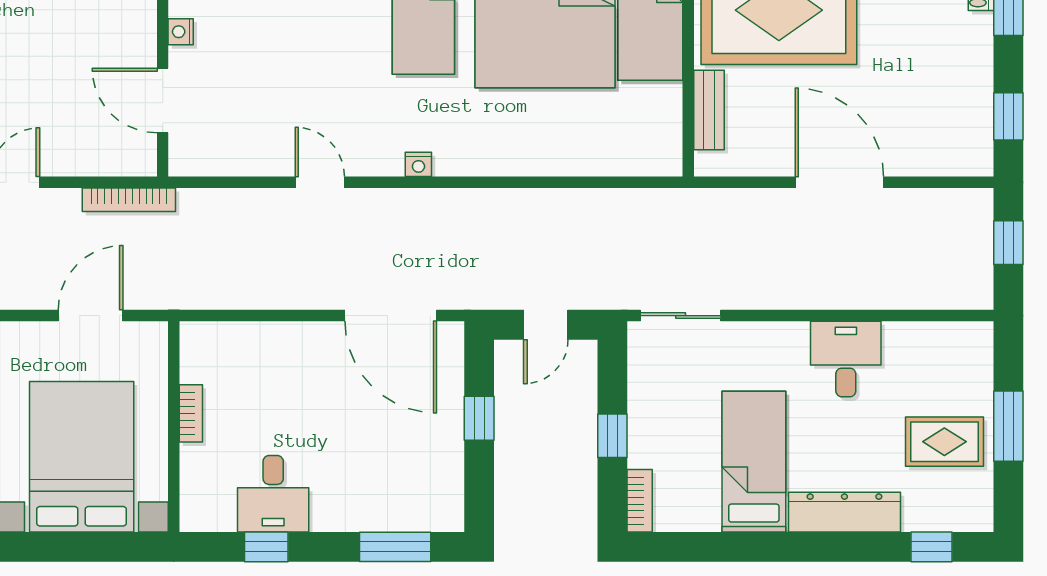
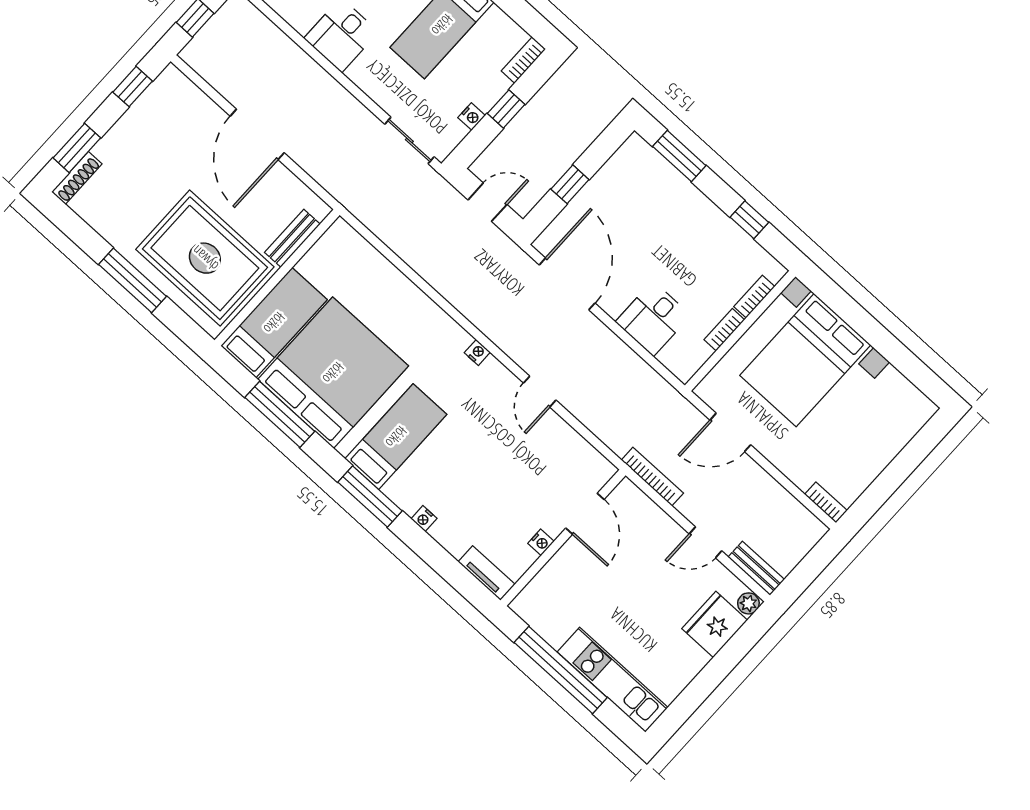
nightstand: (640, 396) -> (472, 117), added
bookcase: (191, 474) -> (754, 297), added
desk: (273, 494) -> (653, 319), moved, turned 180

